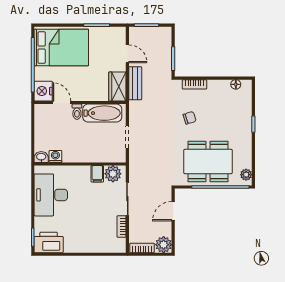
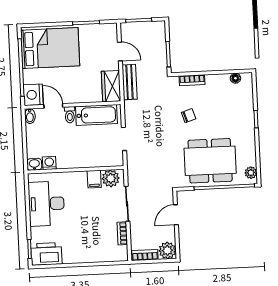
bidet: (39, 111) -> (30, 116), added

